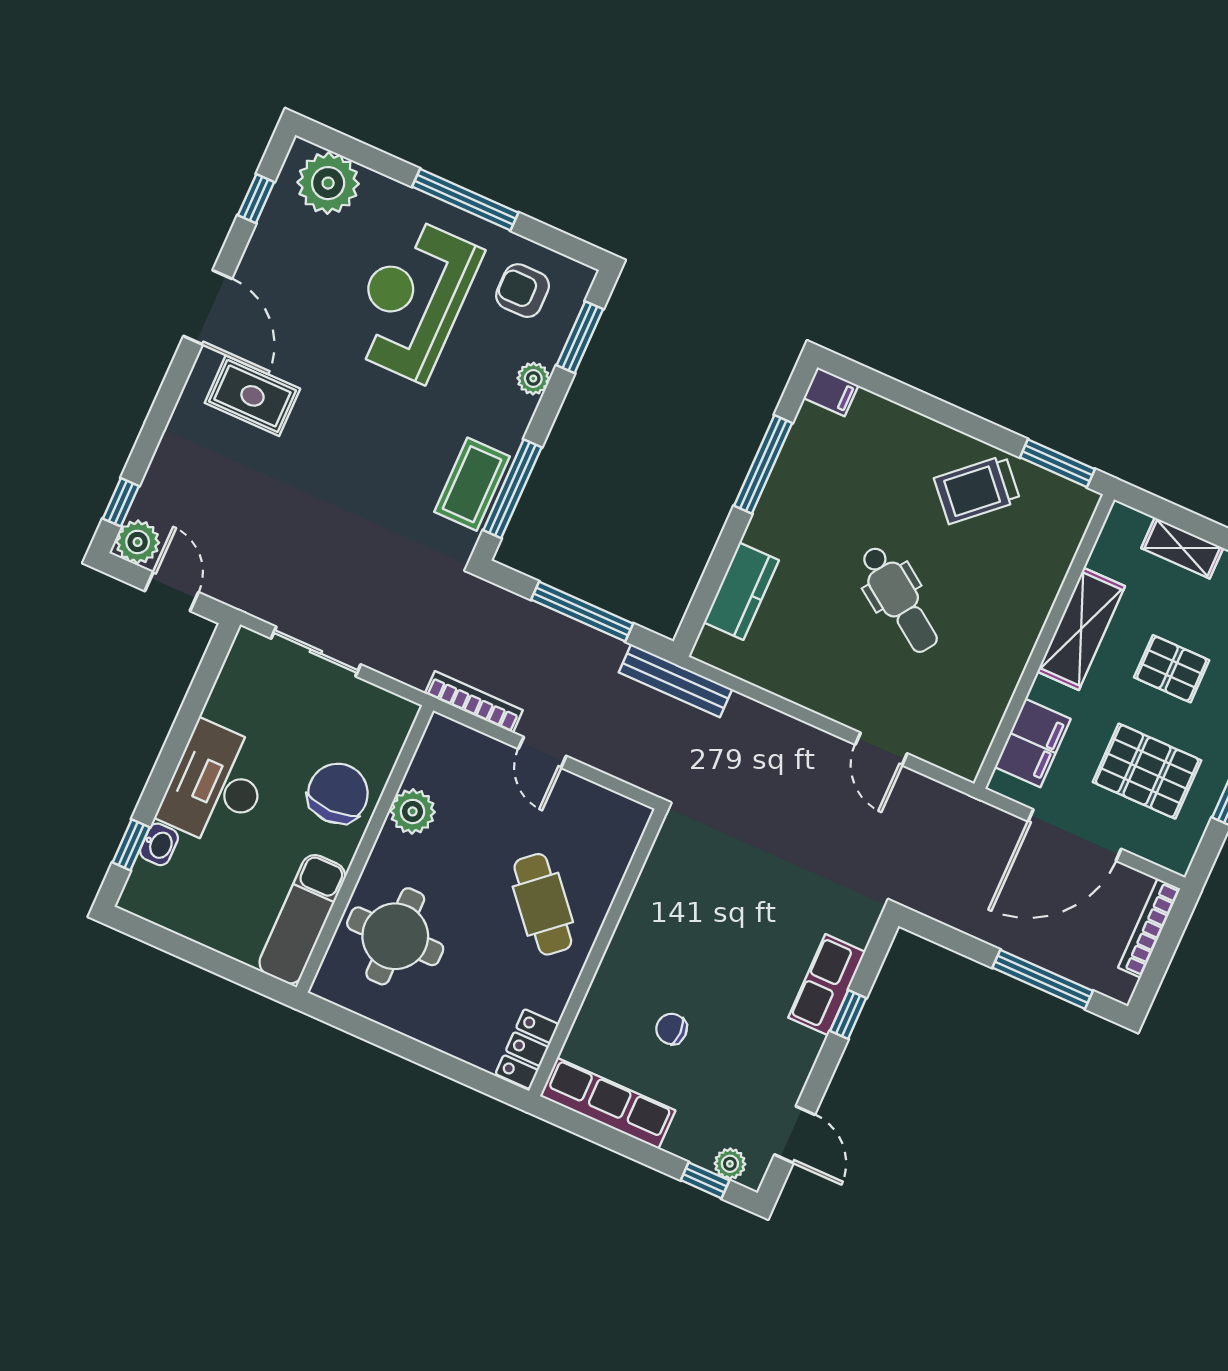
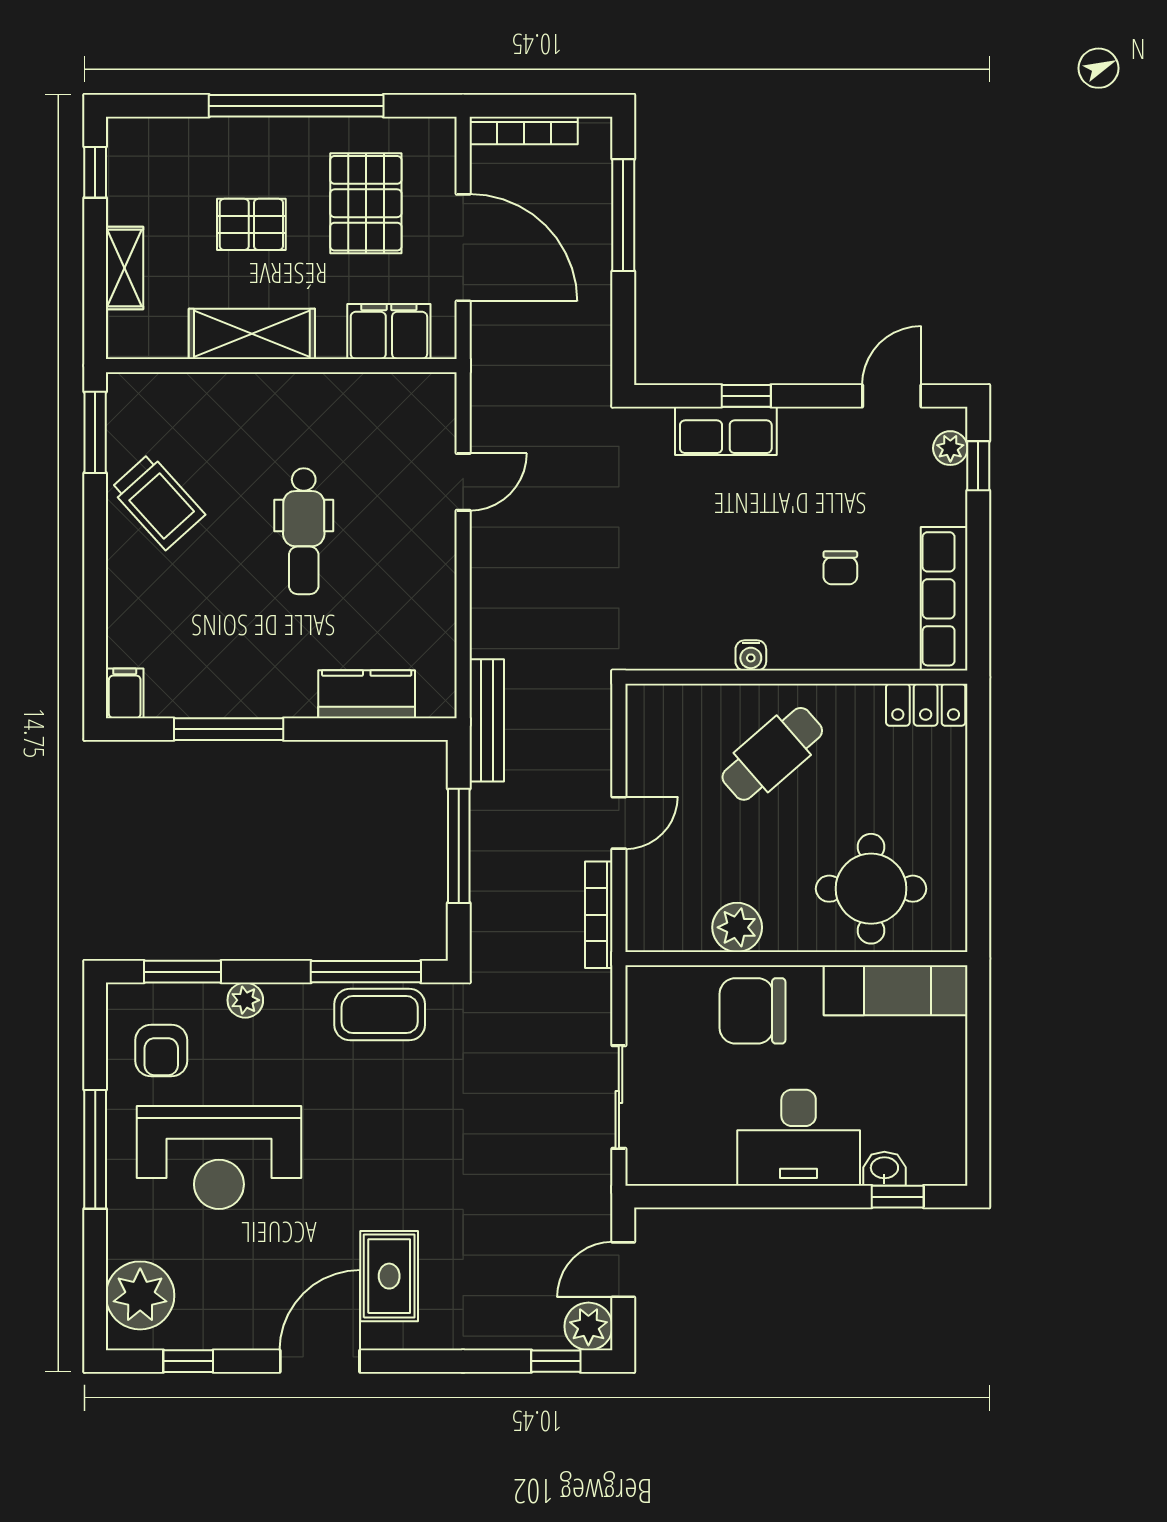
dental chair: (899, 599) -> (304, 531), turned 145
pallet: (1172, 669) -> (251, 224), turned 90
water cooler: (632, 923) -> (751, 655), added

